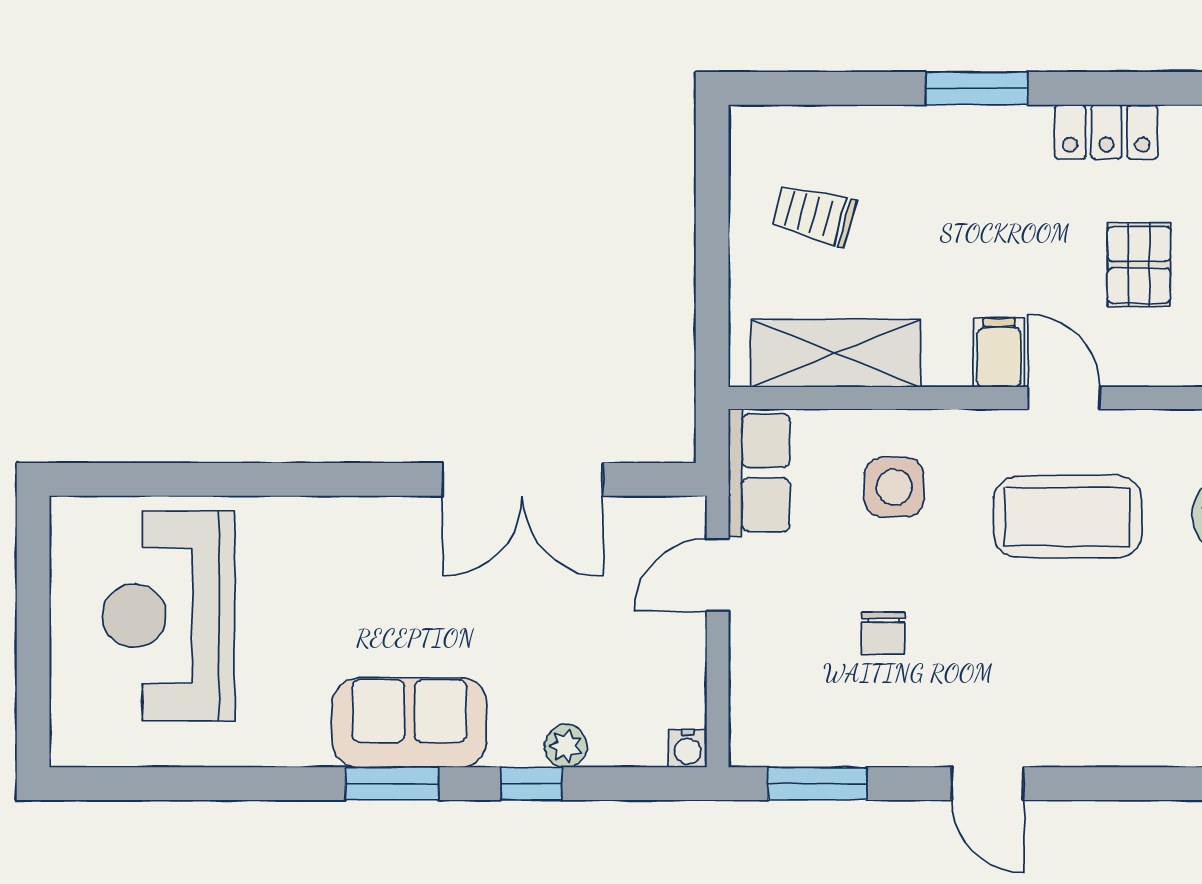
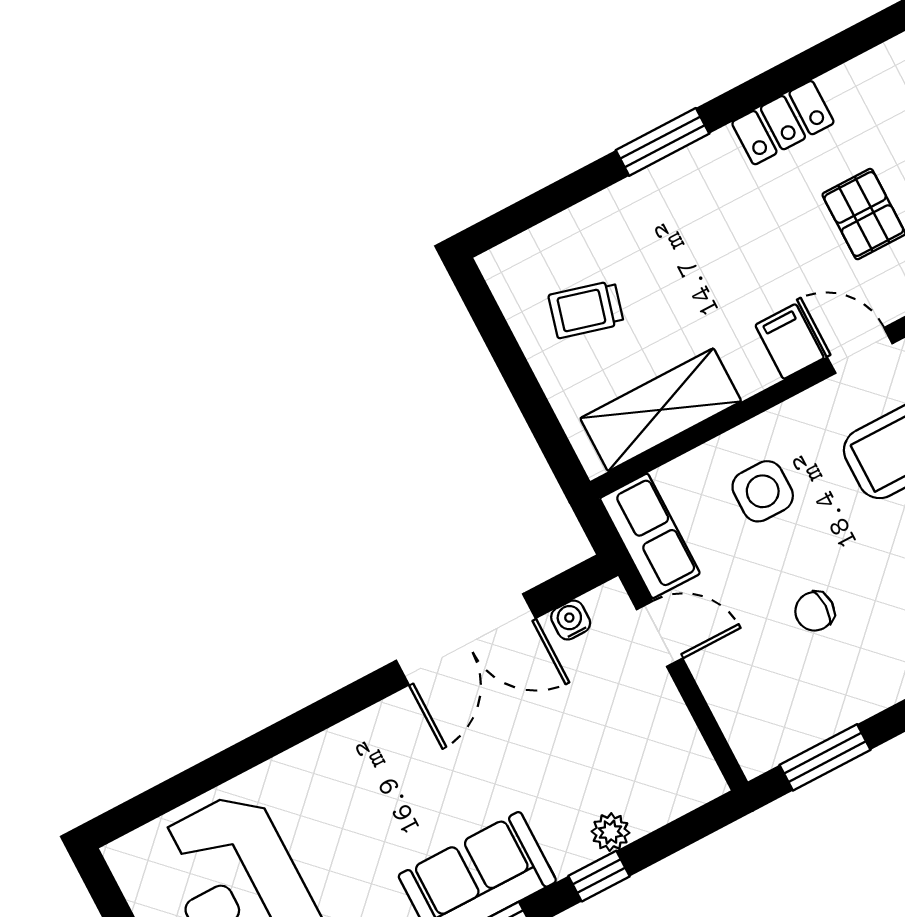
door: (718, 575) -> (660, 634), swing flipped
chair: (883, 633) -> (815, 611), turned 90
water cooler: (688, 748) -> (571, 620), moved, turned 180

